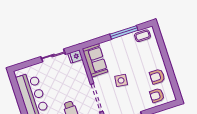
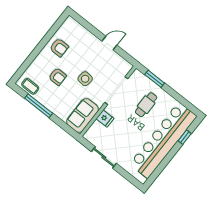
fridge: (75, 56) -> (105, 118), moved
armchair: (157, 95) -> (57, 77), moved

